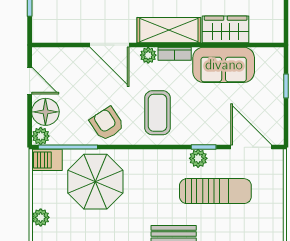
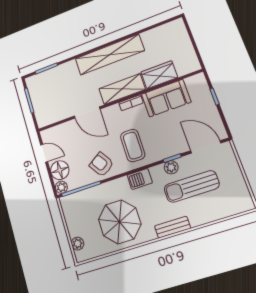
plant: (148, 55) -> (114, 110), removed
barbecue: (47, 160) -> (140, 179), moved
parasol: (95, 182) -> (120, 222), moved
sun lounger: (215, 191) -> (192, 186), turned 180

